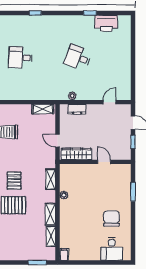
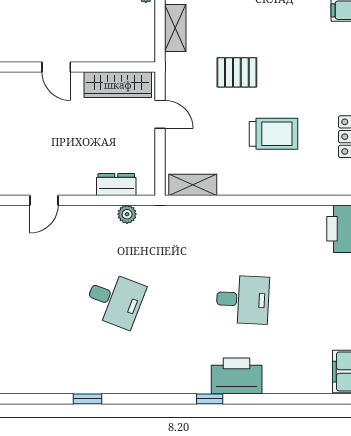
printer: (106, 23) -> (237, 376), moved
pallet: (14, 181) -> (237, 72), moved, turned 90

